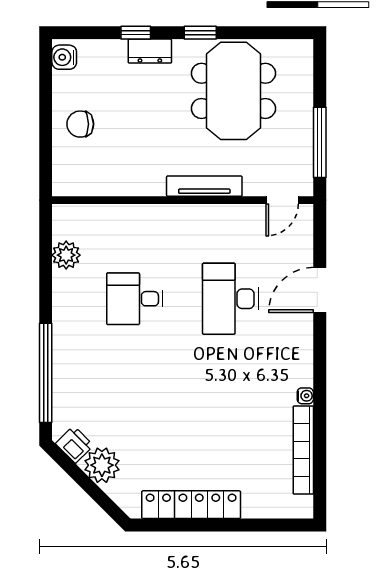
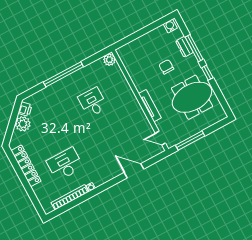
window: (136, 33) -> (194, 48), width x2.17
dresser: (150, 51) -> (184, 47), moved
chair: (80, 124) -> (166, 67), moved
plant: (66, 255) -> (109, 60), moved
desk: (230, 299) -> (65, 164), moved
window: (46, 373) -> (63, 74), moved

